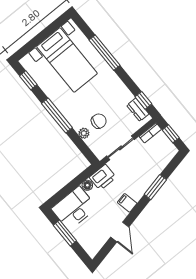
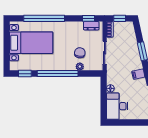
window: (104, 53) -> (44, 18), width x1.46
window: (57, 115) -> (58, 74), width x1.46
printer: (103, 177) -> (113, 76), removed
window: (65, 233) -> (127, 123), removed

